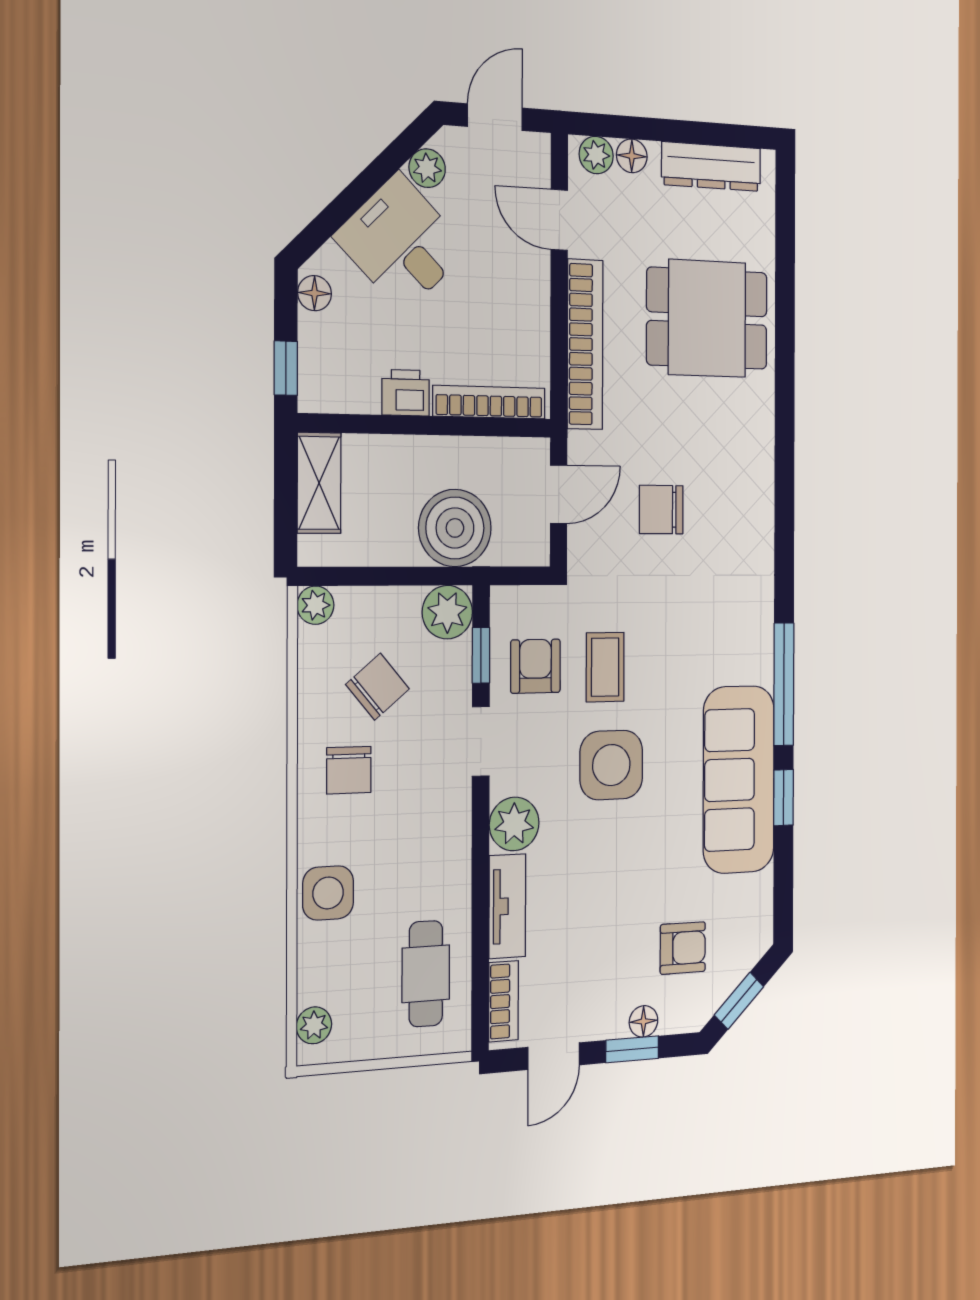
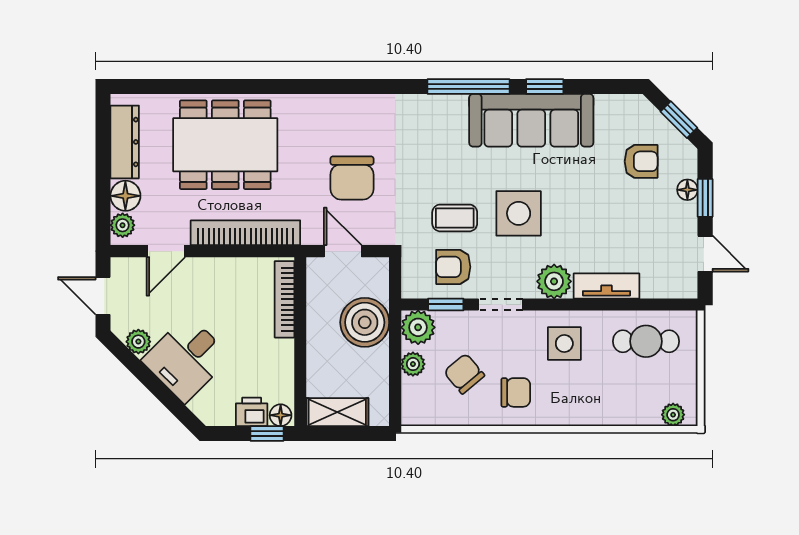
floor lamp: (632, 156) -> (125, 196), width x1.37, depth x1.37
floor lamp: (314, 293) -> (281, 415), moved
dining table: (707, 318) -> (225, 145), width x1.38
printer: (406, 393) -> (252, 412), moved, turned 90
chair: (661, 510) -> (352, 178), width x1.37, depth x1.37
plant: (315, 605) -> (413, 364), moved
side table: (328, 893) -> (564, 344), moved
armchair: (683, 948) -> (641, 161), turned 90
bookcase: (504, 1001) -> (667, 288), removed

